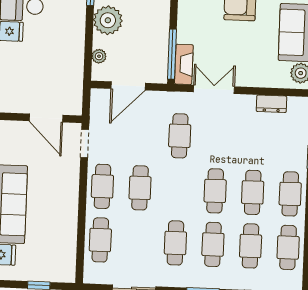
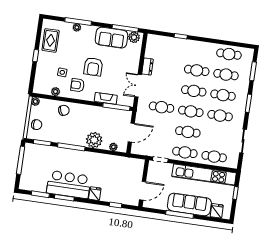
fireplace: (184, 64) -> (106, 98), moved
door: (128, 86) -> (131, 133), hinge flipped
dresser: (271, 104) -> (148, 67), moved
door: (46, 118) -> (143, 191), moved
cafe table: (290, 194) -> (191, 111), moved
kitchen unit: (66, 225) -> (204, 175), added

